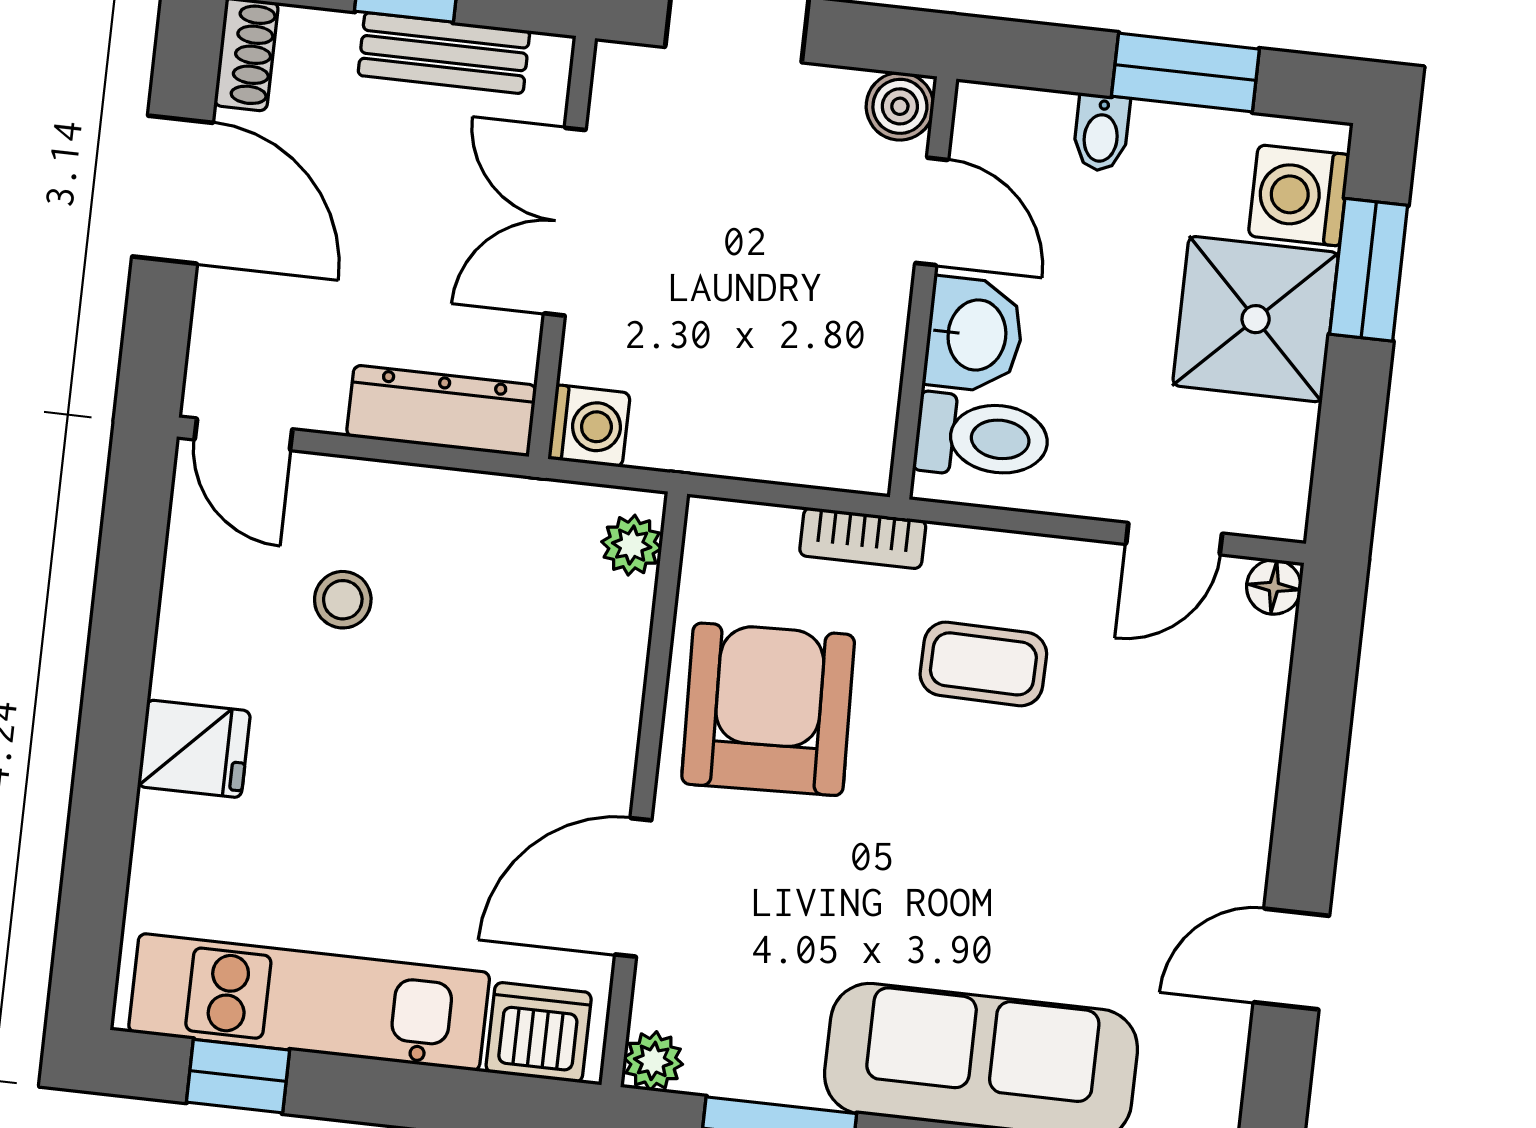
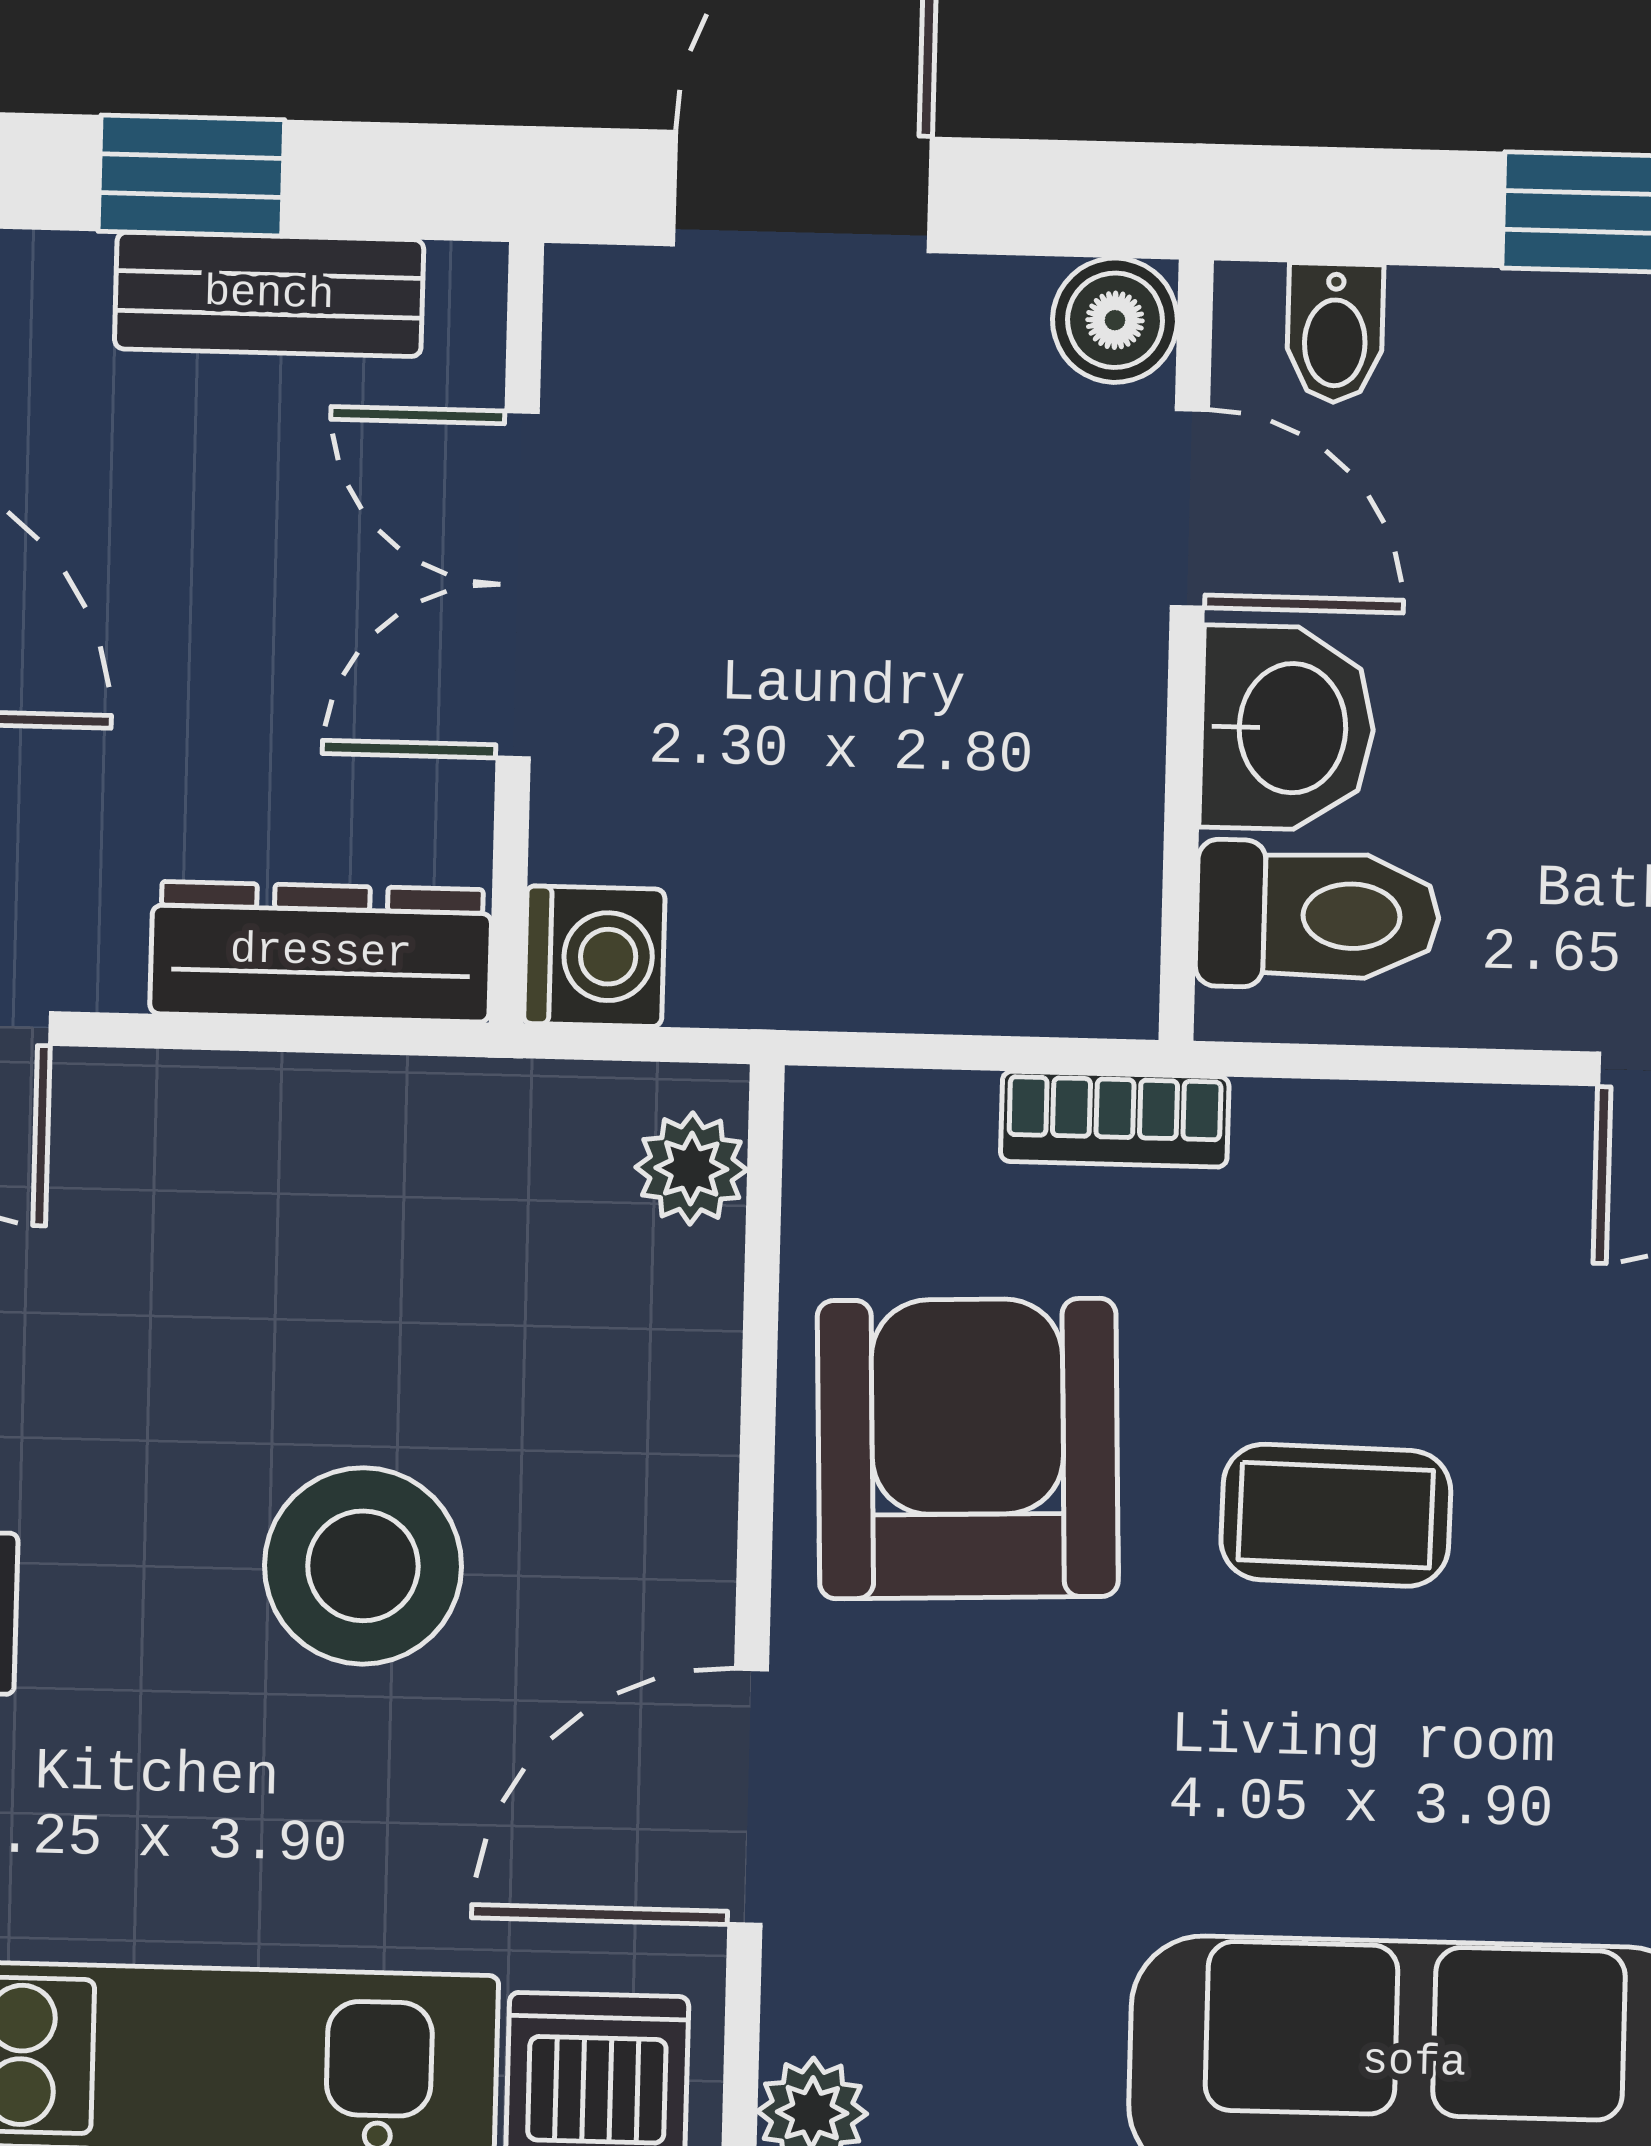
bidet: (1101, 133) -> (1335, 333), moved
stool: (343, 600) -> (363, 1566), moved, width x1.89, depth x1.89
coffee table: (983, 664) -> (1336, 1515), moved

